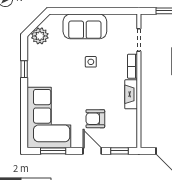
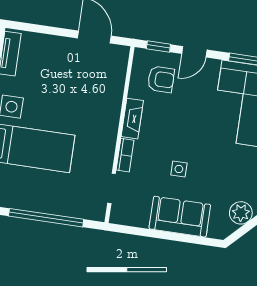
armchair: (95, 119) -> (161, 79), moved
door: (92, 151) -> (194, 52), hinge flipped

